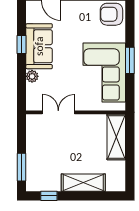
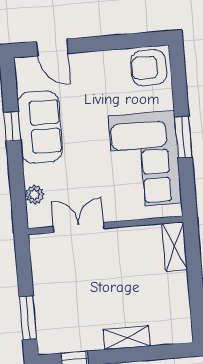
plant: (32, 76) -> (35, 195), moved
shelving: (116, 137) -> (175, 246), width x0.67, depth x0.75
shelving: (83, 183) -> (127, 338), width x0.67, depth x0.75

